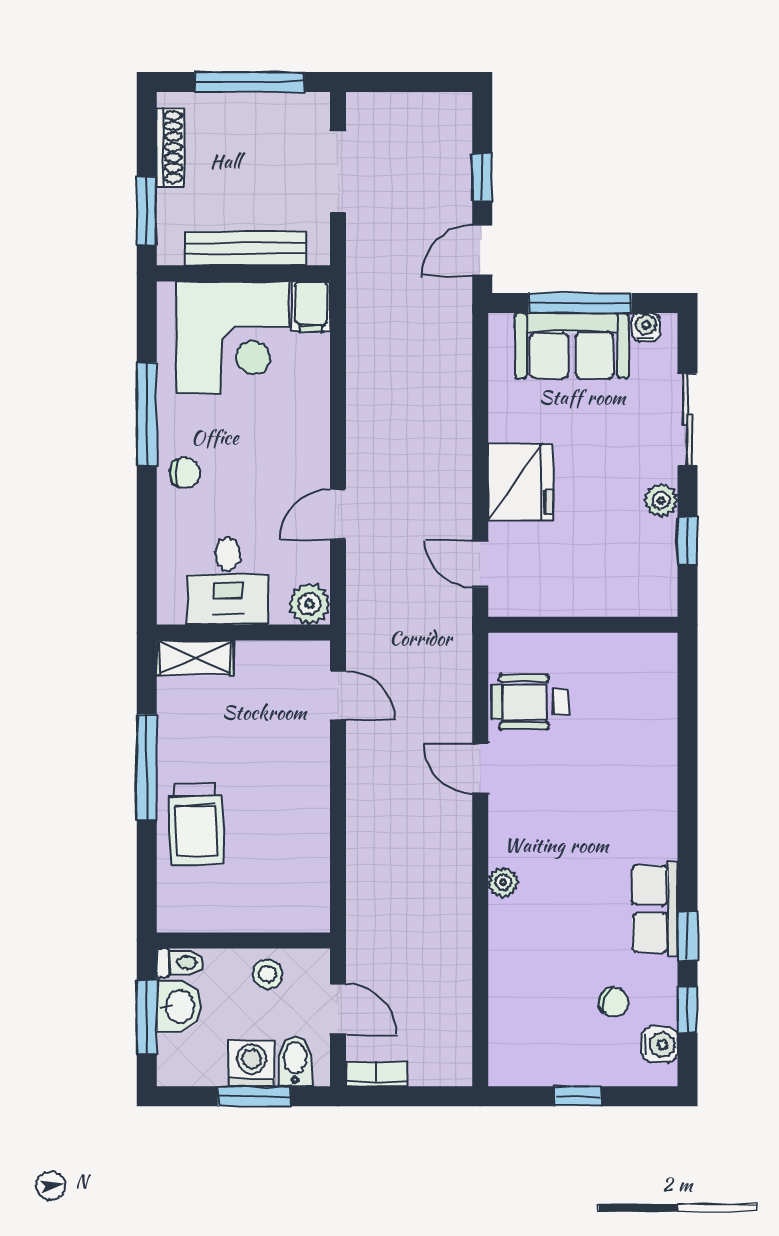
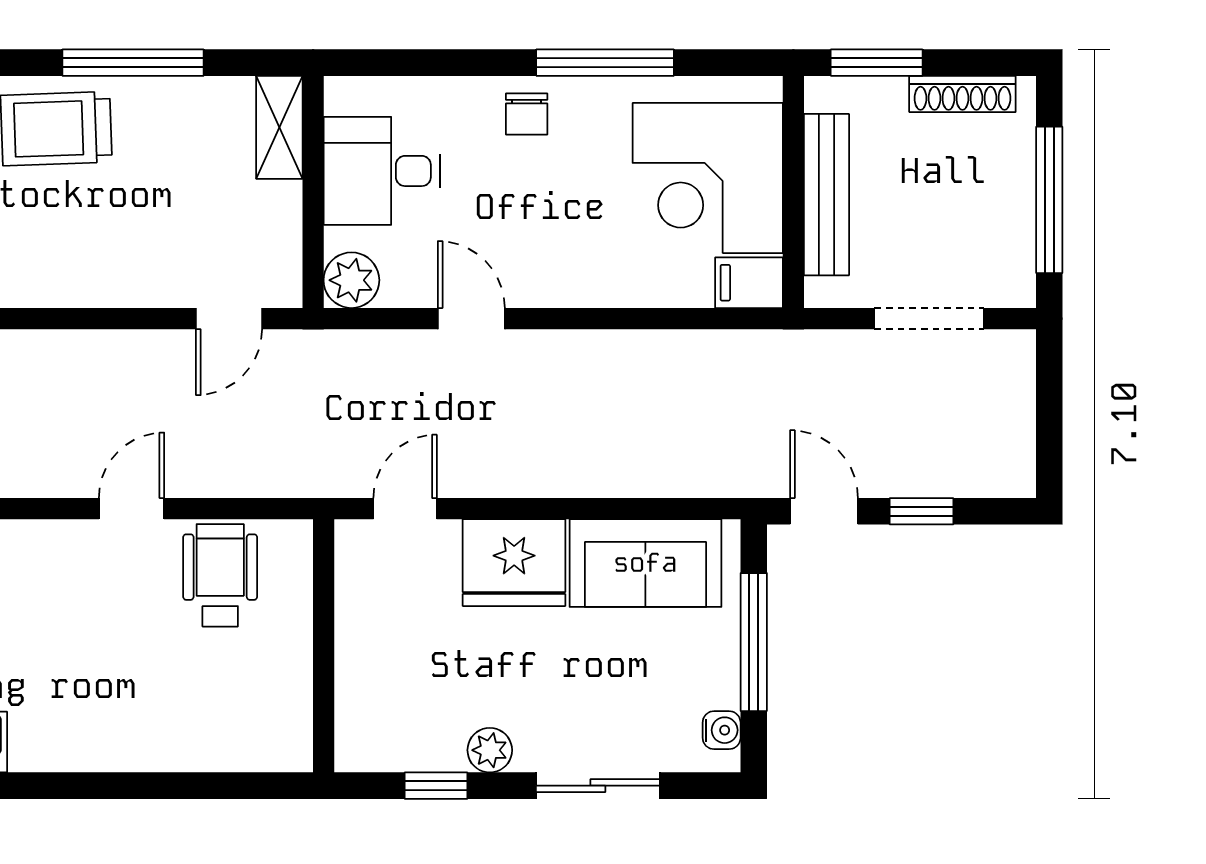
sofa: (572, 346) -> (645, 563), moved, turned -90

